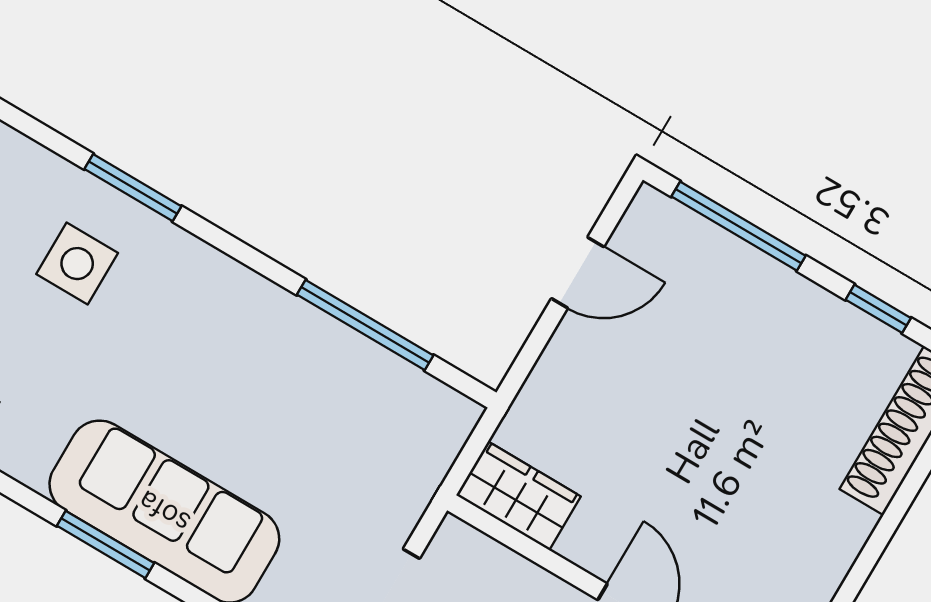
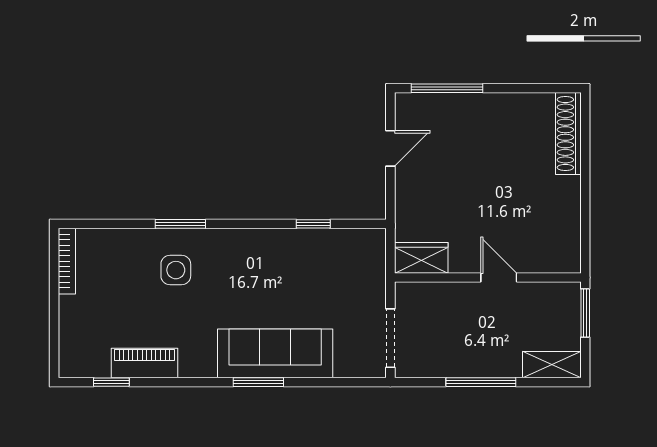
window: (878, 309) -> (527, 88), removed
window: (365, 325) -> (313, 224), width x0.46

